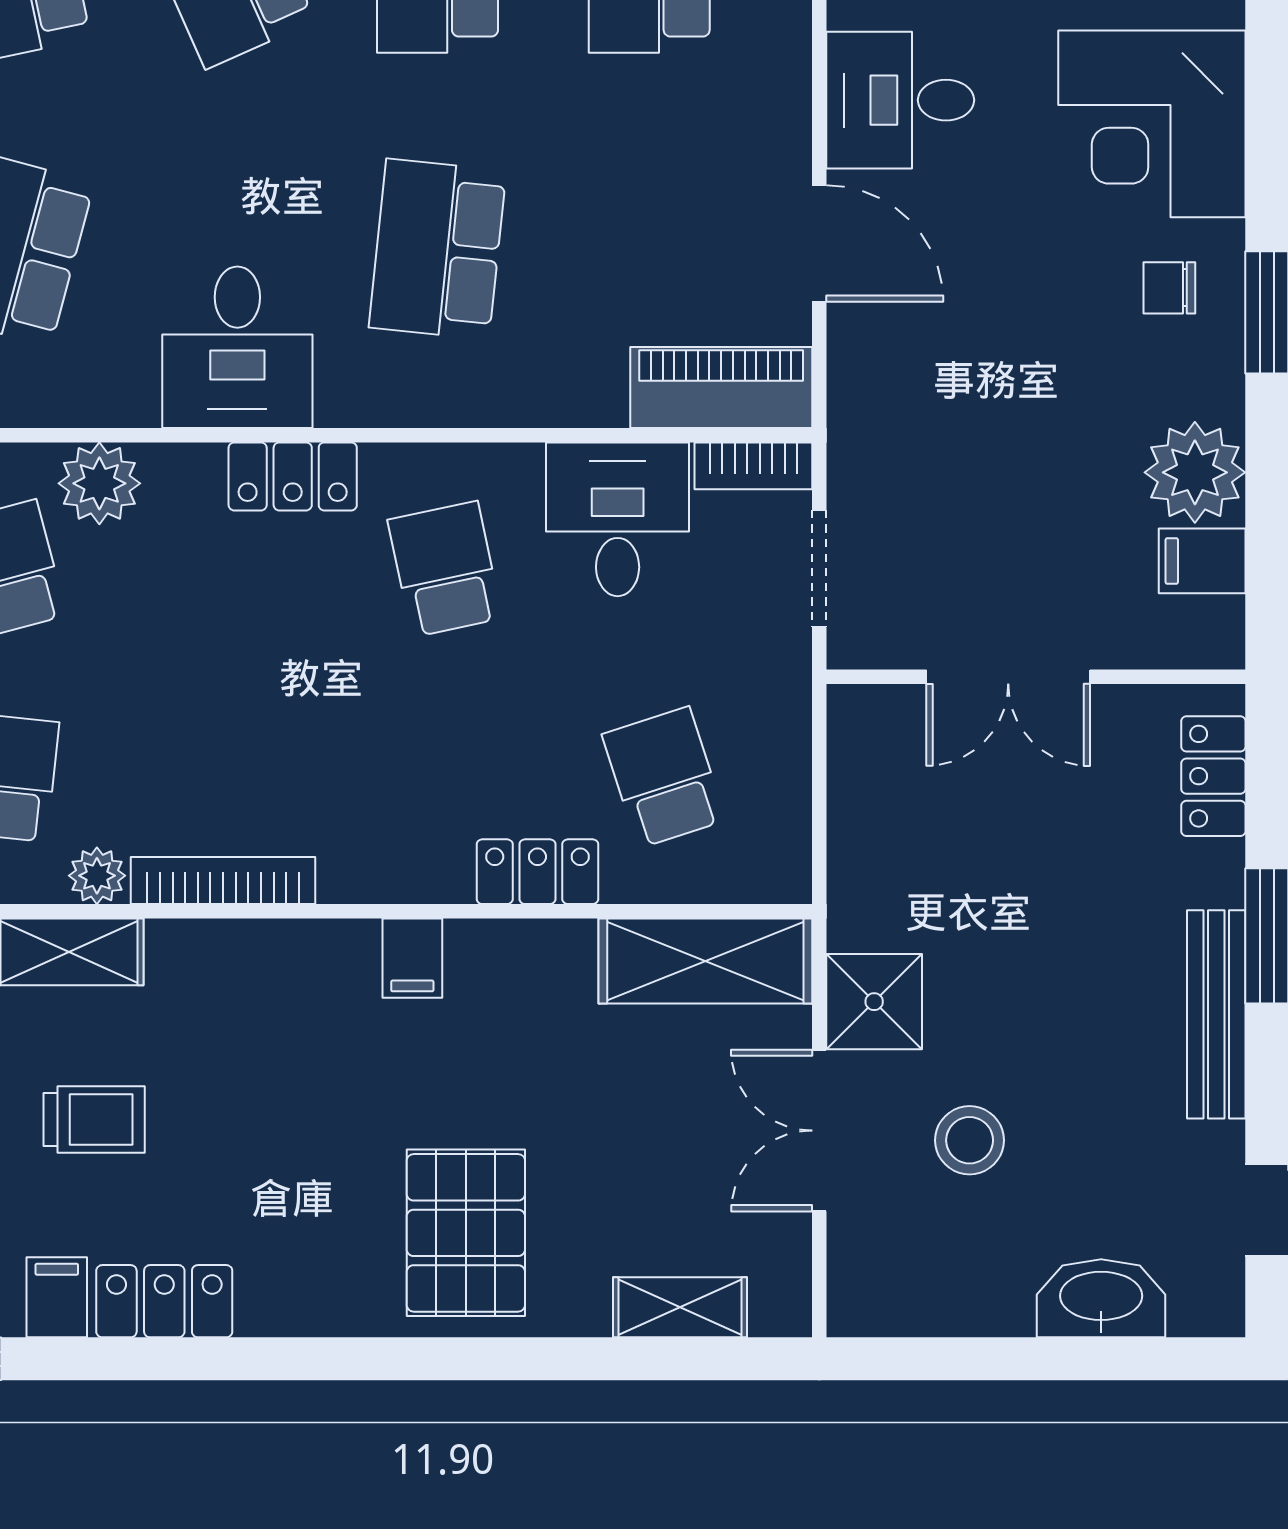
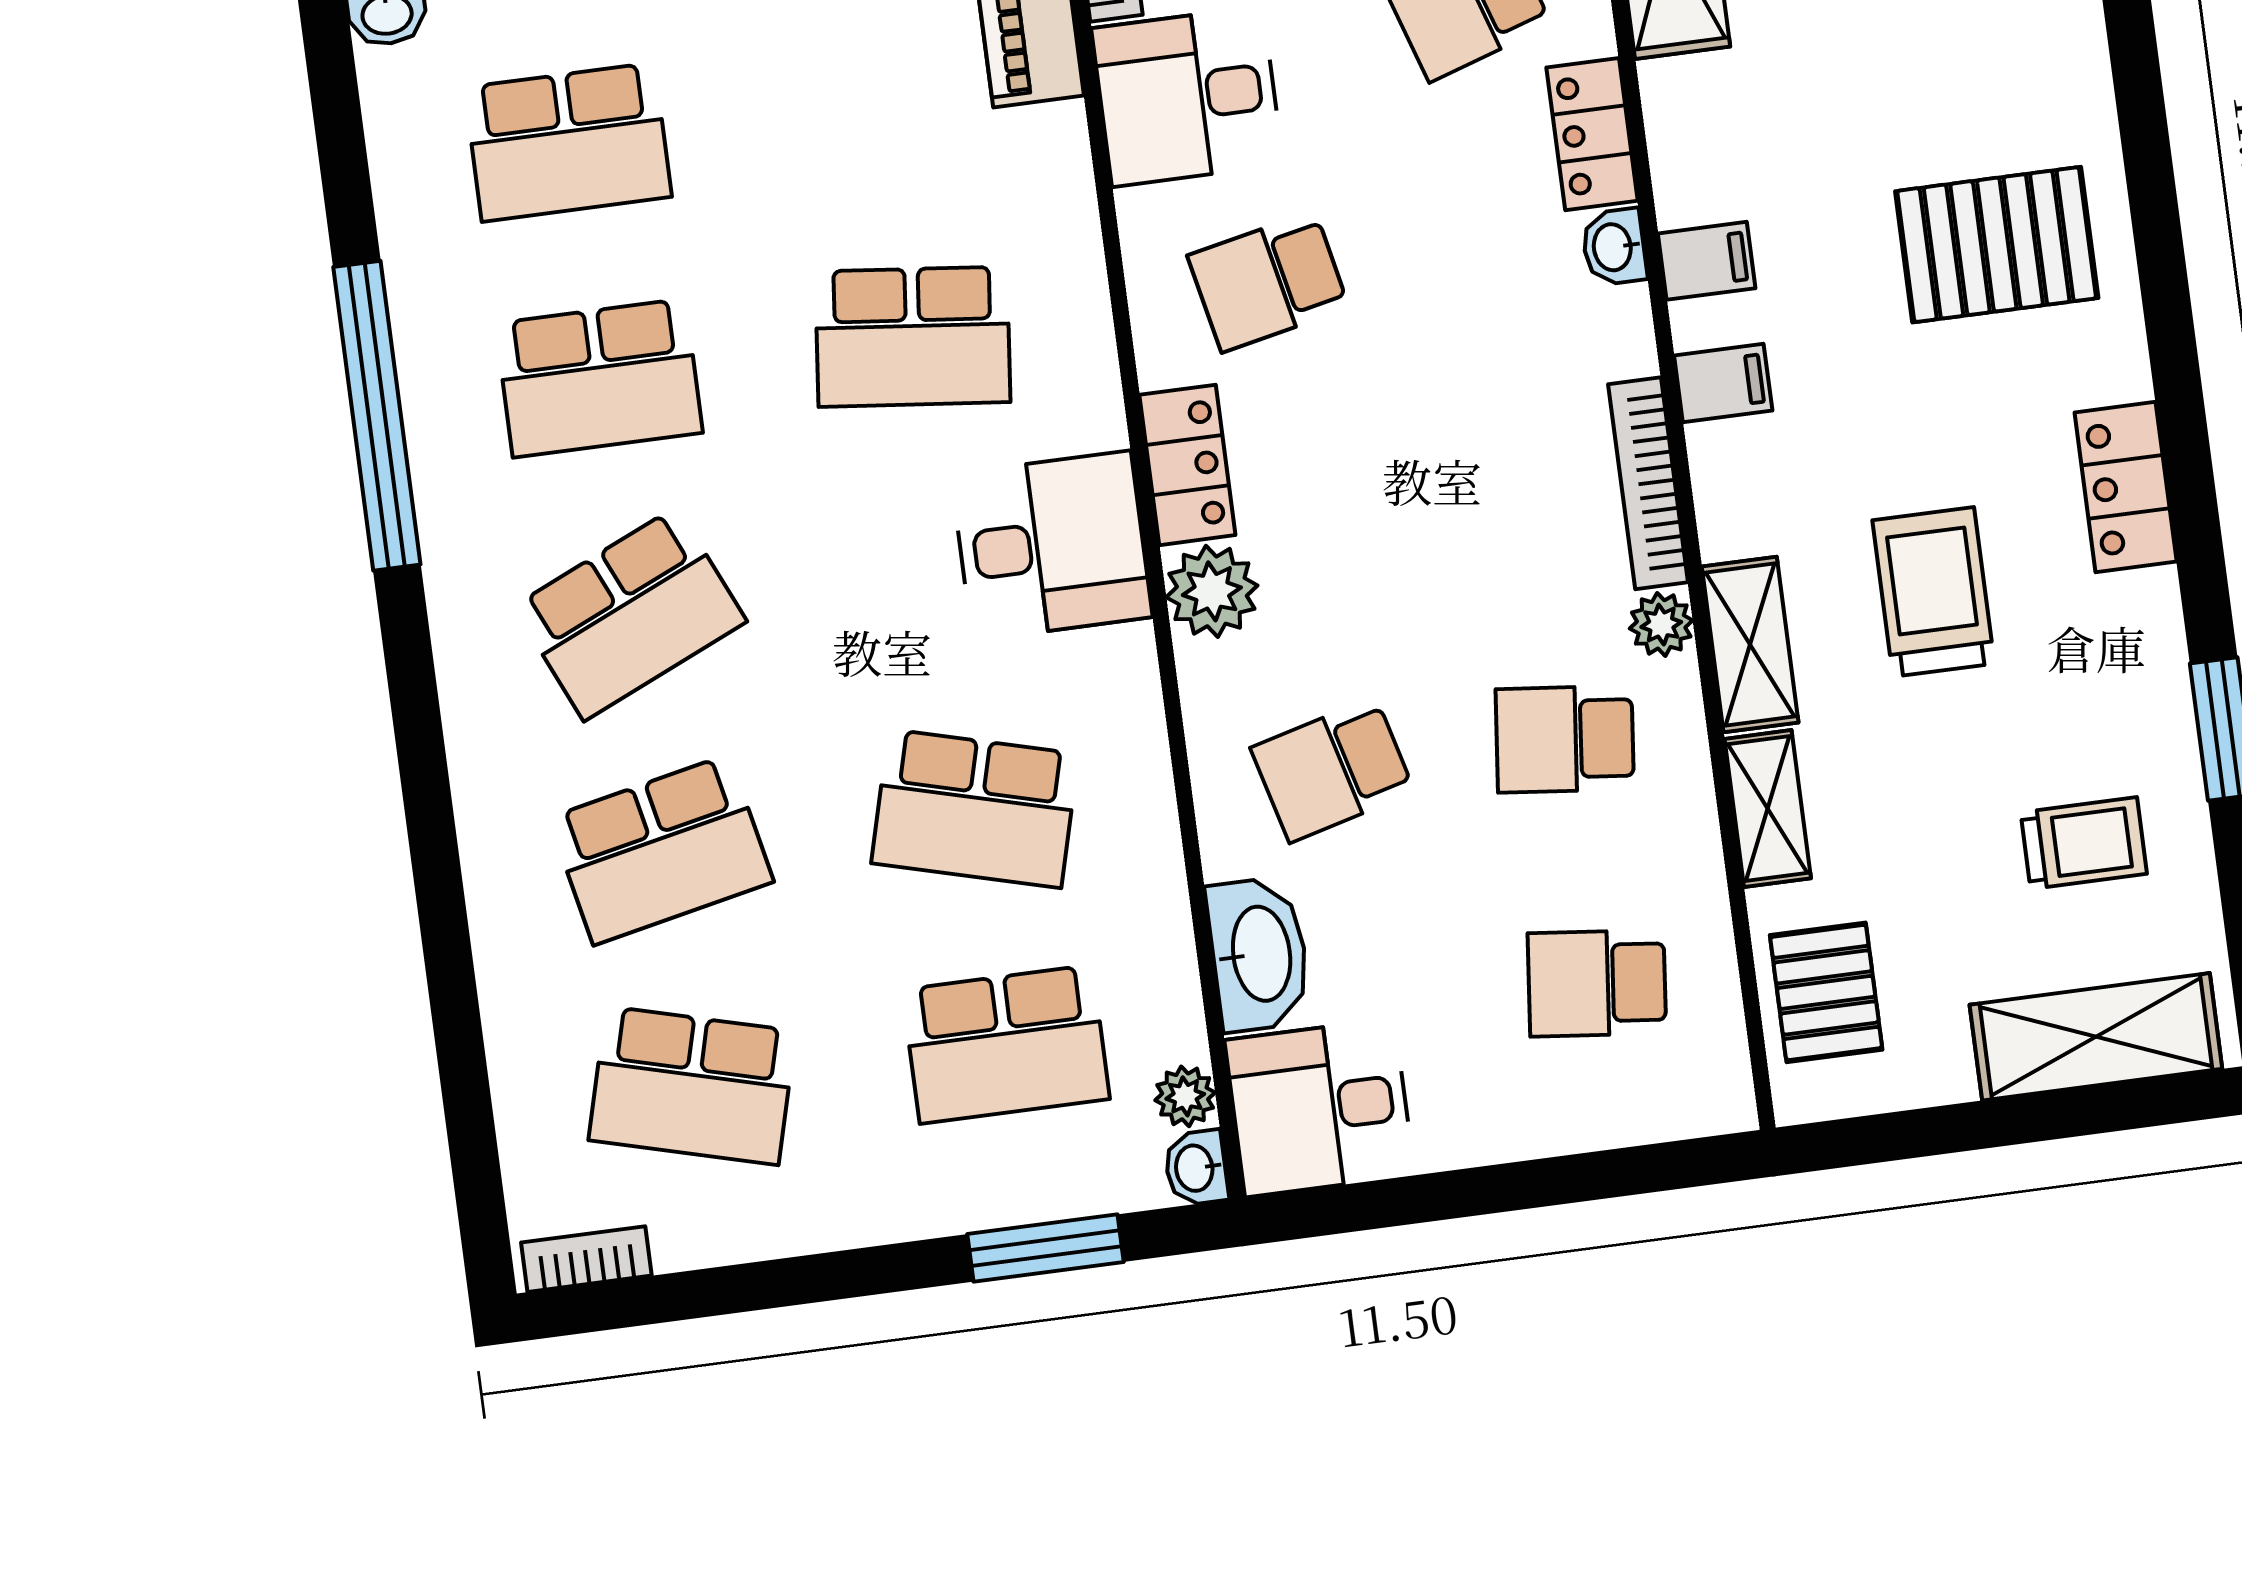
plant: (99, 483) -> (1212, 591), moved
washbasin: (435, 878) -> (1614, 247), added
trolley: (94, 1120) -> (1933, 592), width x1.36, depth x1.39
pallet: (466, 1233) -> (1997, 245), moved
filing cabinet: (57, 1297) -> (1723, 383), moved, turned 180

